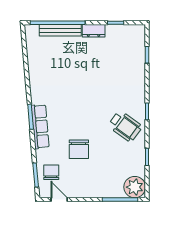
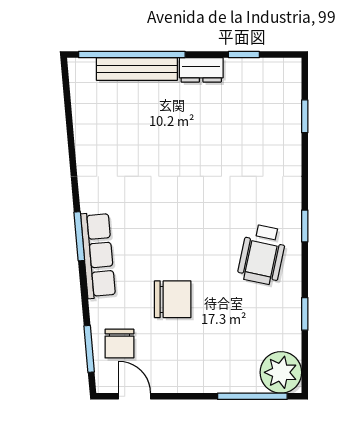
wheelchair: (125, 126) -> (262, 254), turned 66
chair: (79, 149) -> (173, 299), turned -90
chair: (51, 172) -> (119, 344), turned 180

